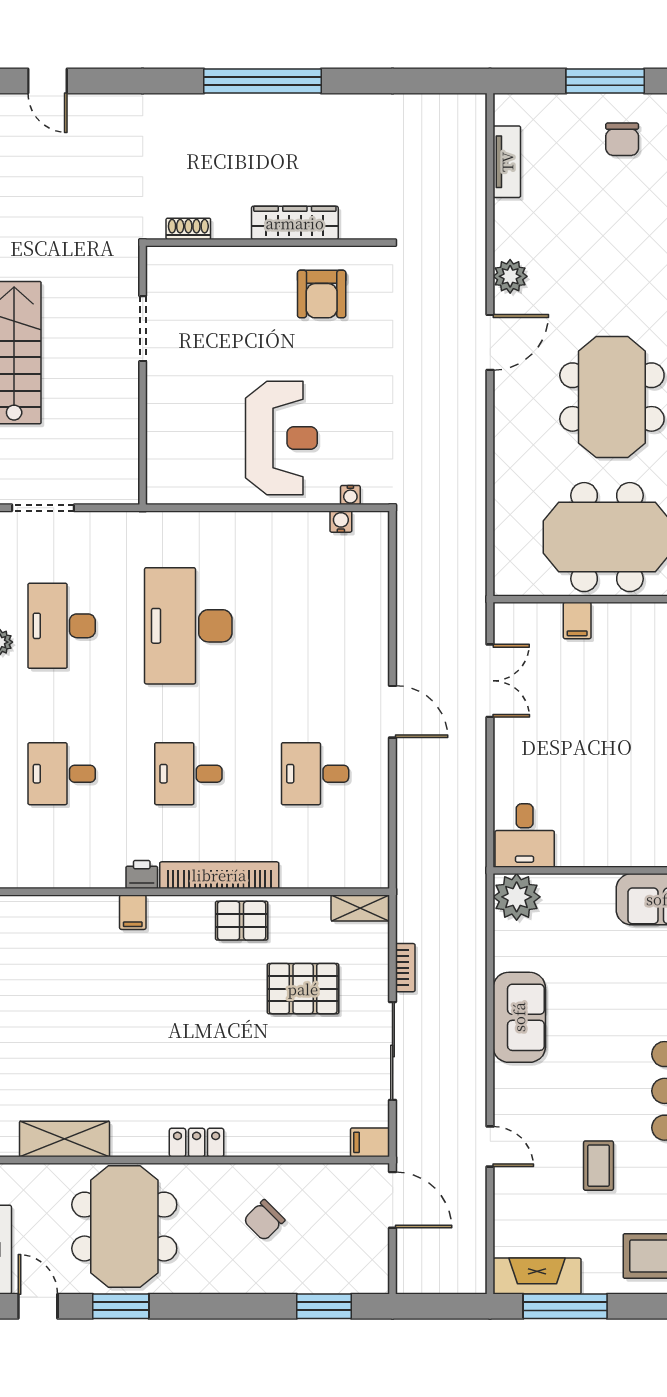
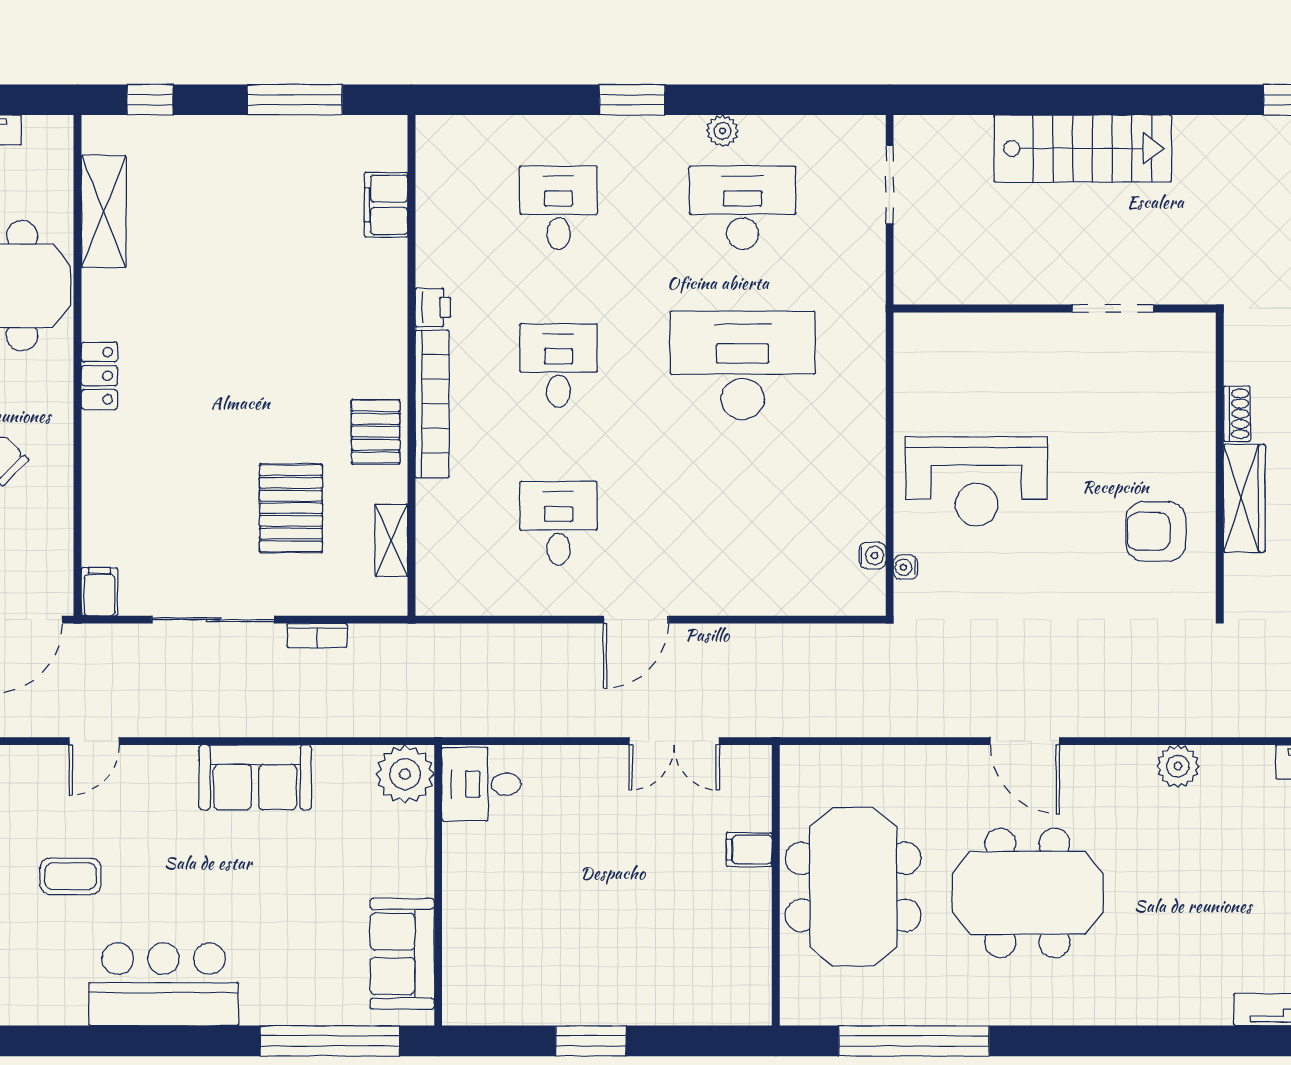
shoe rack: (188, 229) -> (1237, 414), moved
door: (490, 342) -> (1025, 741), moved
shelving: (360, 908) -> (391, 540), moved
filing cabinet: (133, 912) -> (386, 205), moved, width x2.00

